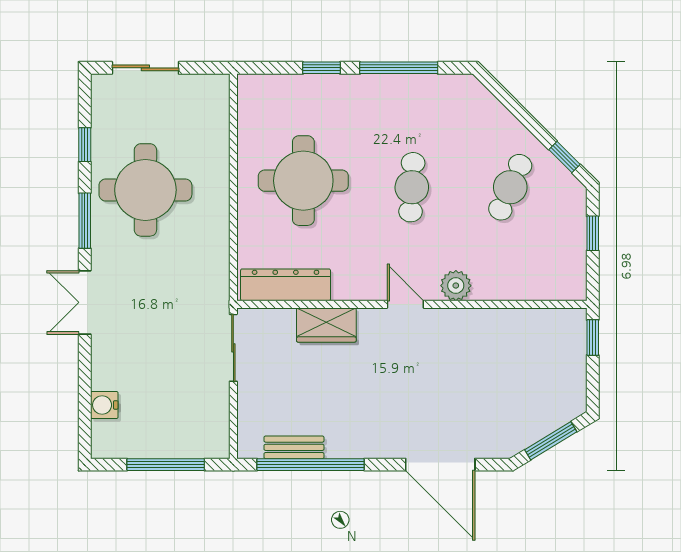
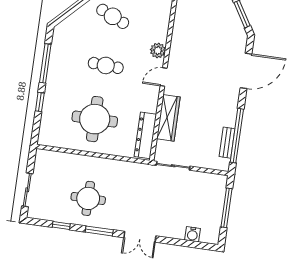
round table: (145, 190) -> (88, 198), width x0.73, depth x0.73
wardrobe: (326, 325) -> (168, 118), width x1.50

